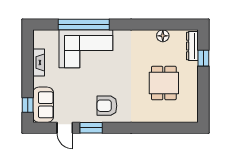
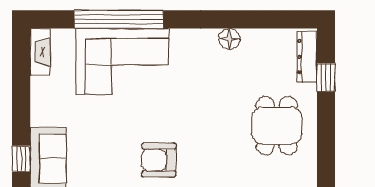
floor lamp: (163, 36) -> (229, 39), moved
fireplace: (39, 62) -> (40, 52), moved
dining table: (164, 83) -> (277, 126), moved

